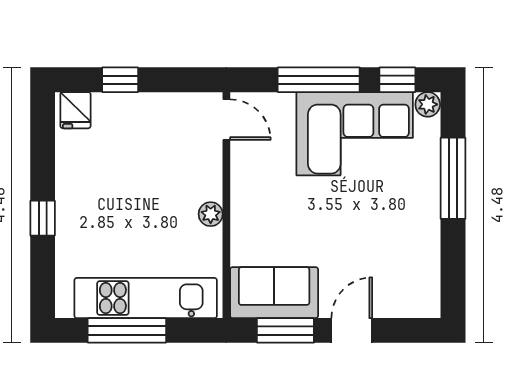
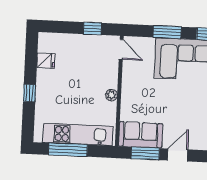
window: (120, 80) -> (92, 29), moved
window: (319, 80) -> (167, 32), width x0.69
fridge: (76, 110) -> (46, 61), moved, turned -90

